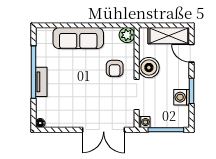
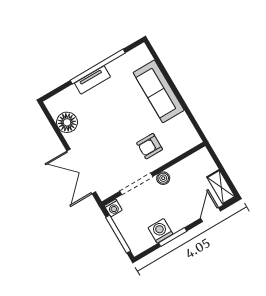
plant: (127, 35) -> (191, 139), removed
shelving: (169, 36) -> (221, 187), width x0.67, depth x0.75
boiler: (149, 68) -> (163, 178), width x0.54, depth x0.54
floor lamp: (40, 123) -> (67, 122), moved, width x1.89, depth x1.89

